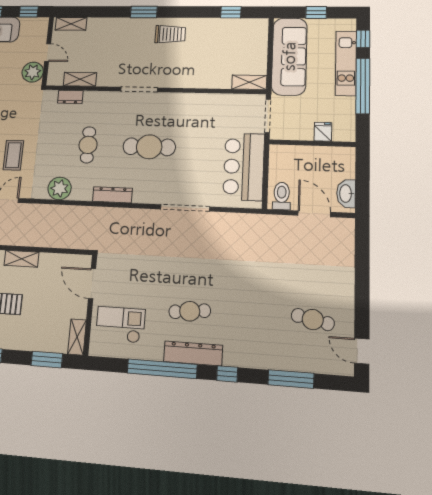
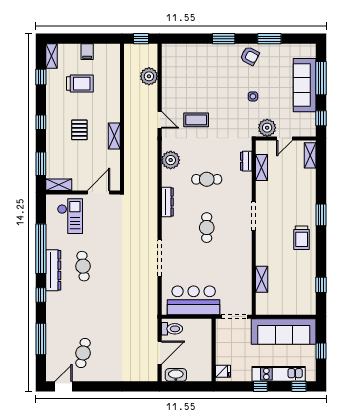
shelving: (249, 82) -> (262, 279), moved
window: (363, 86) -> (260, 386), width x0.32
fridge: (323, 132) -> (223, 371), moved
cafe table: (149, 147) -> (207, 228), width x0.73, depth x0.74

